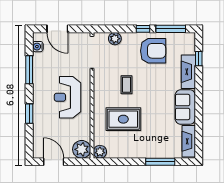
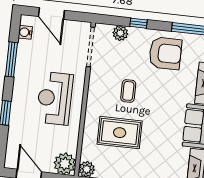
window: (143, 29) -> (139, 23), moved

